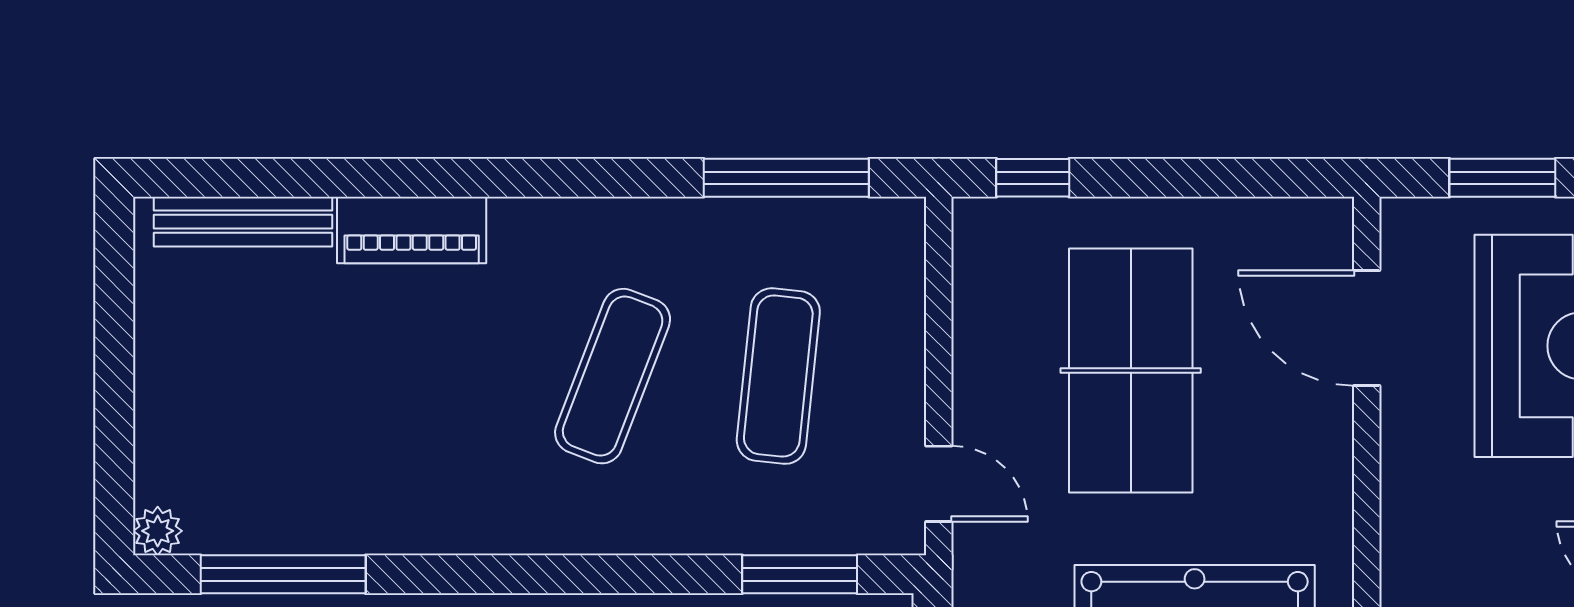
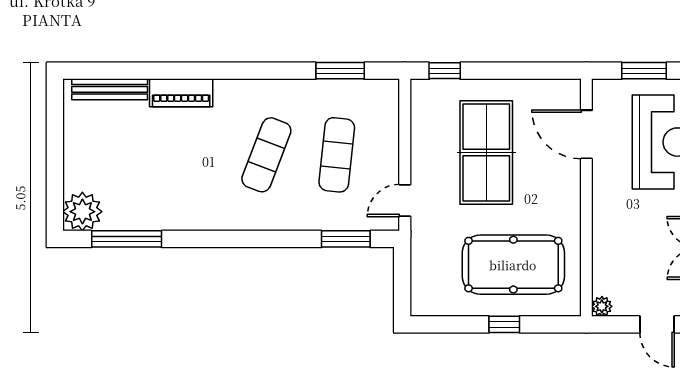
window: (786, 178) -> (340, 71), width x0.69
door: (939, 484) -> (405, 201), swing flipped
plant: (158, 531) -> (82, 212), width x1.88, depth x1.88

